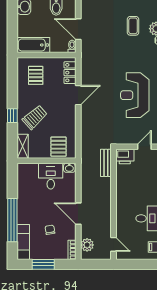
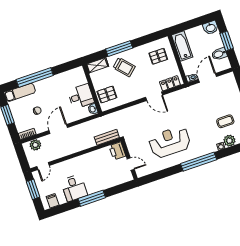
window: (12, 116) -> (119, 49), width x2.17
window: (135, 264) -> (33, 189), added

